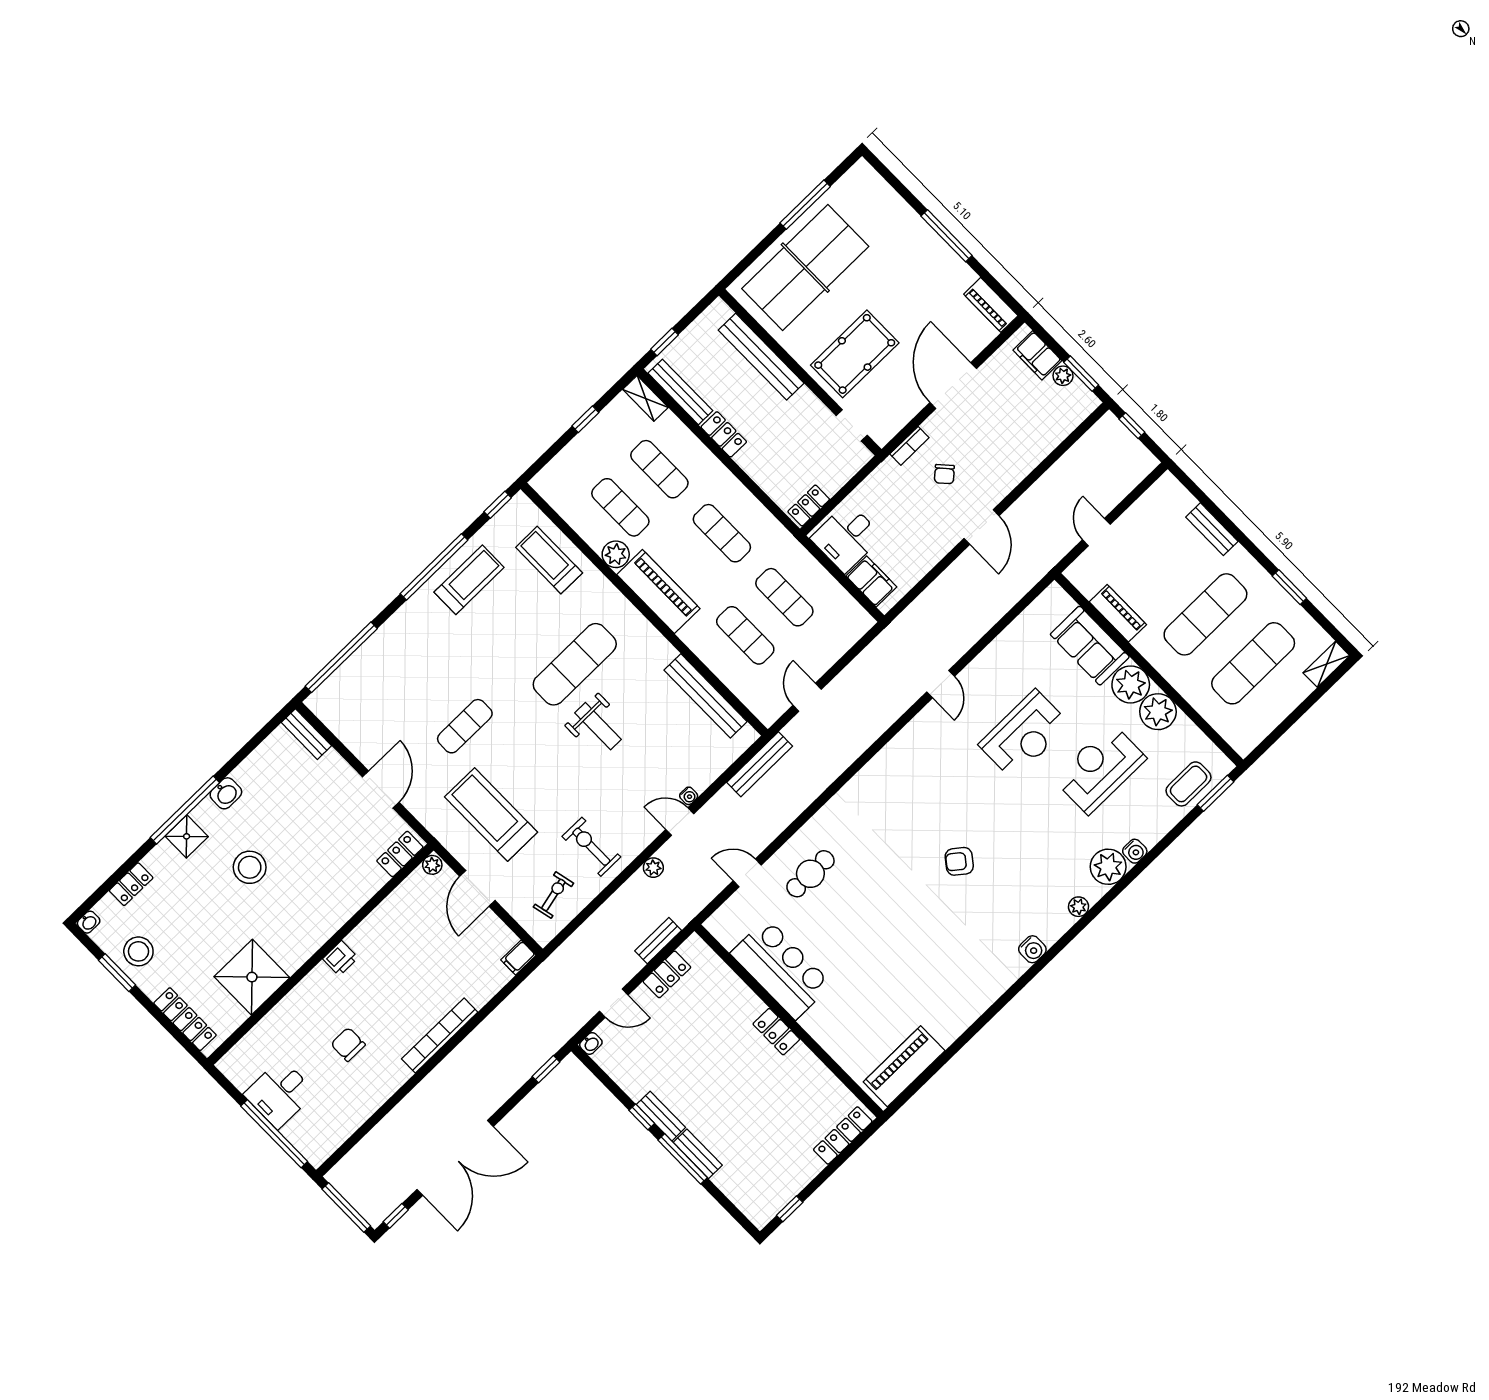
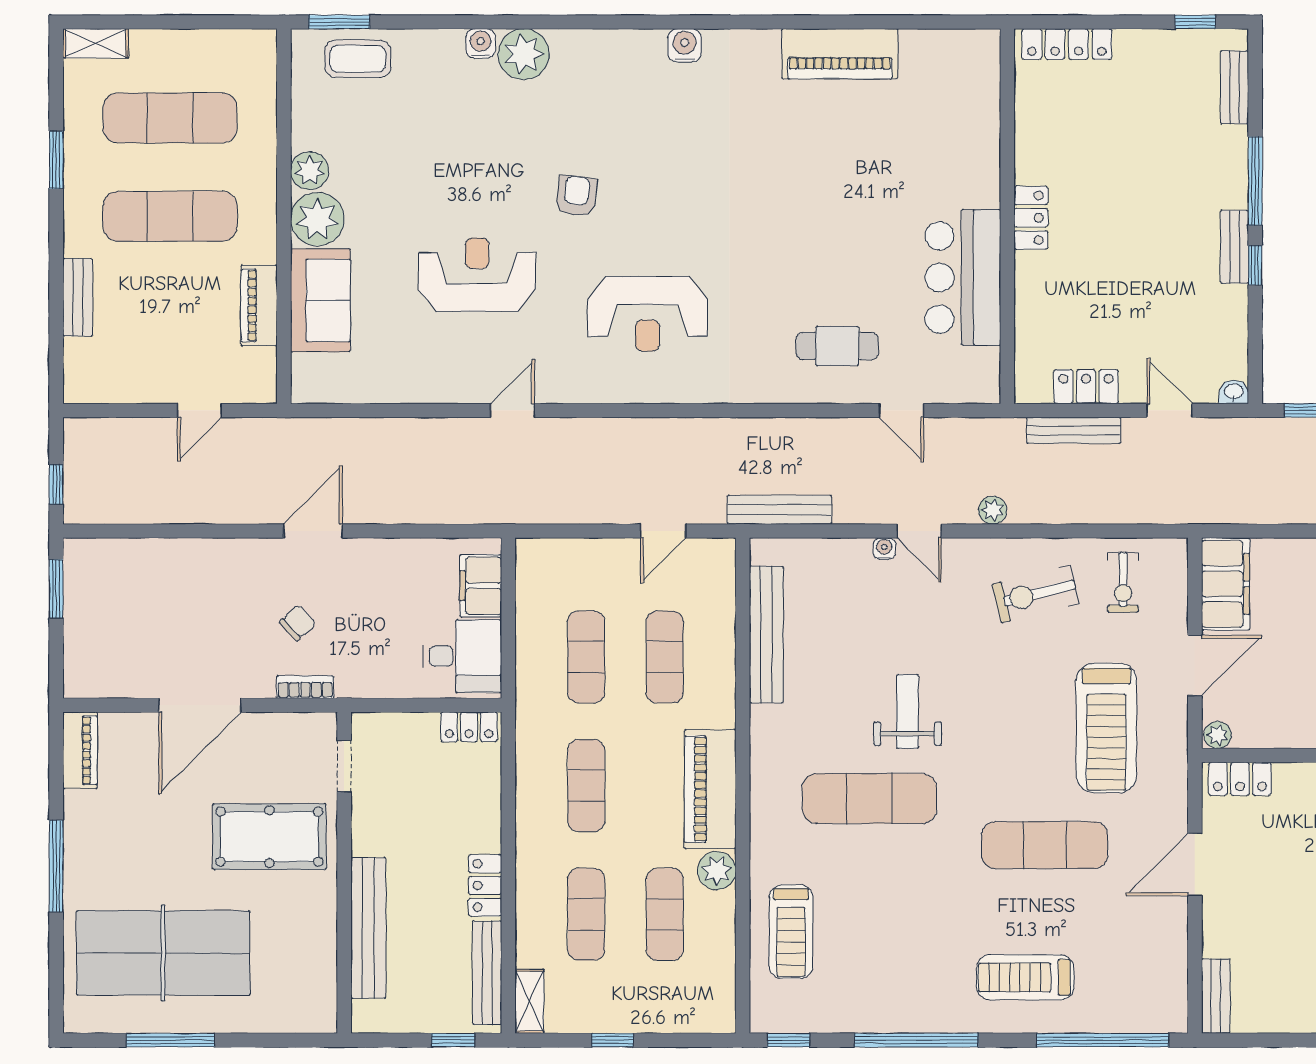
table tennis table: (805, 268) -> (163, 953), moved
filing cabinet: (1037, 355) -> (83, 652), removed
plant: (1063, 376) -> (77, 605), removed
treadmill: (469, 580) -> (1025, 977), moved
plant: (1158, 712) -> (310, 171), width x0.73, depth x0.73
exercise mat: (465, 726) -> (1045, 845), width x1.36, depth x1.45
reception desk: (1100, 769) -> (648, 314), moved
exercise bike: (591, 847) -> (1036, 594), turned 76
armchair: (959, 861) -> (576, 196), moved, turned -121
exercise bike: (553, 895) -> (1123, 582), turned -77
plant: (1079, 907) -> (594, 43), removed
bench: (658, 941) -> (1074, 430), width x1.36
filing cabinet: (518, 958) -> (1225, 584), width x3.00, depth x1.17
piano: (904, 1066) -> (840, 54), moved
bench: (698, 1154) -> (1234, 87), moved

